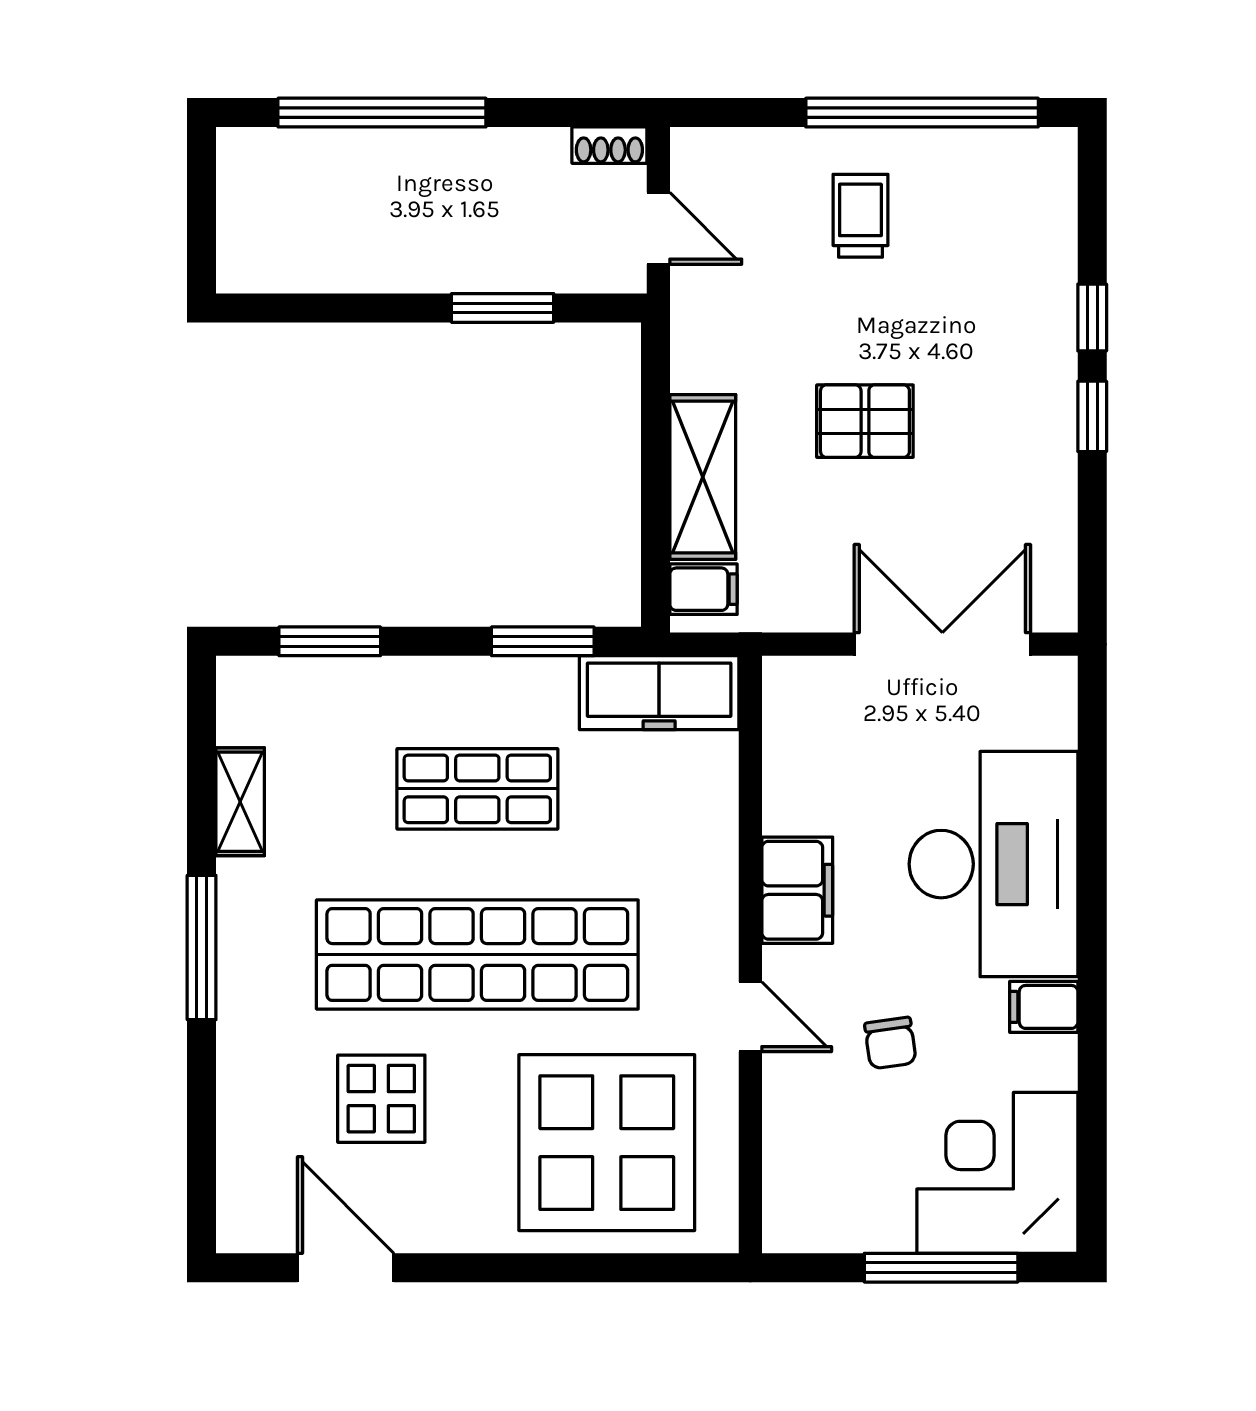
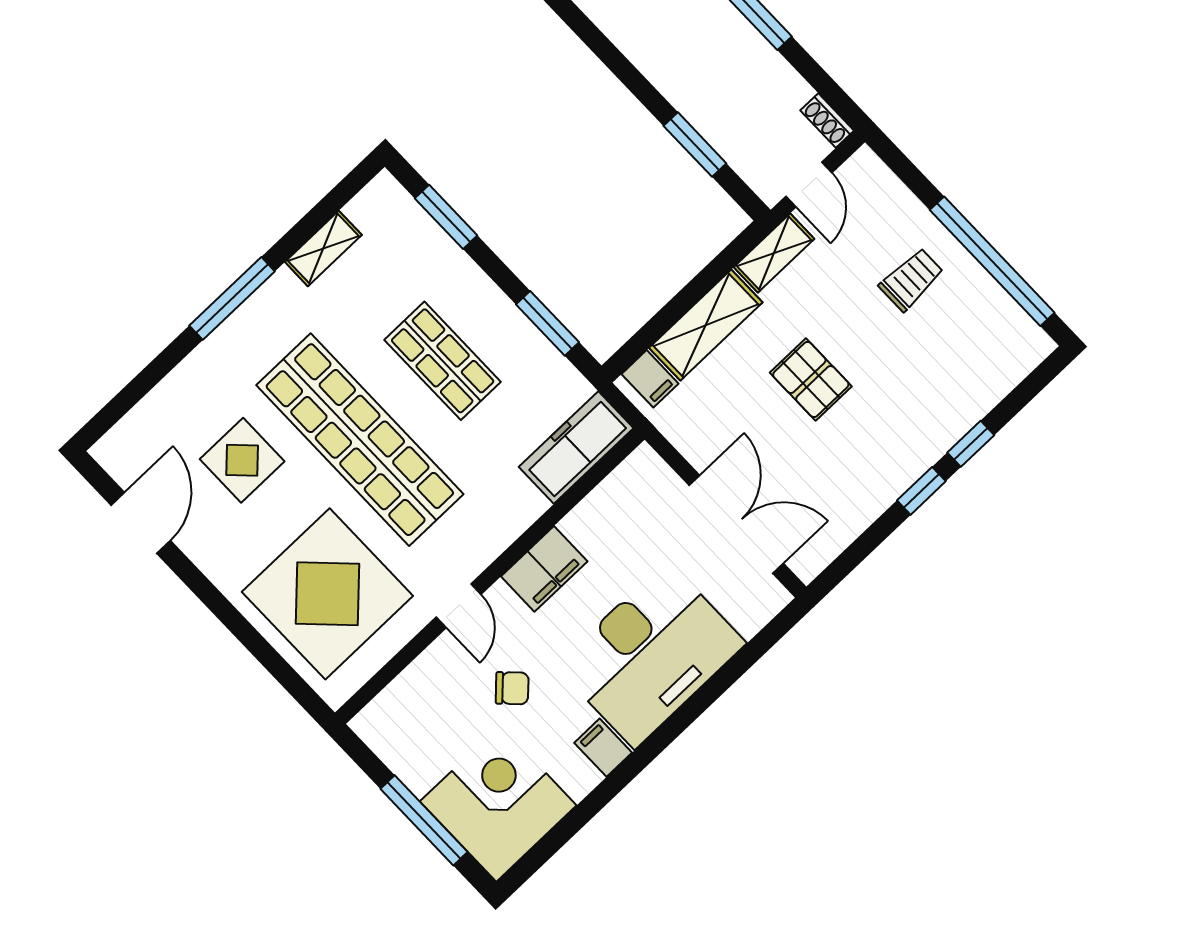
shelving: (695, 333) -> (774, 253), added
freezer: (659, 693) -> (576, 448), moved, turned 90
chair: (890, 1043) -> (512, 688), turned -127

